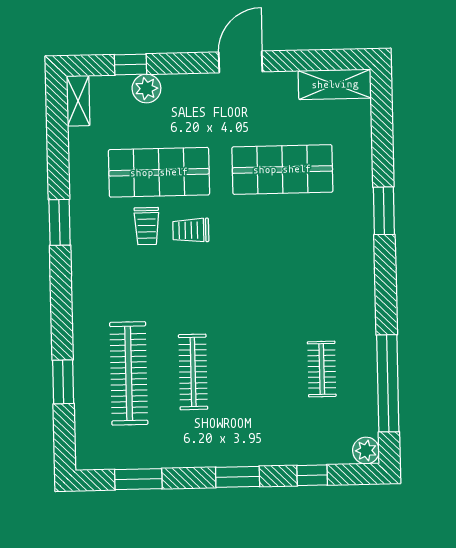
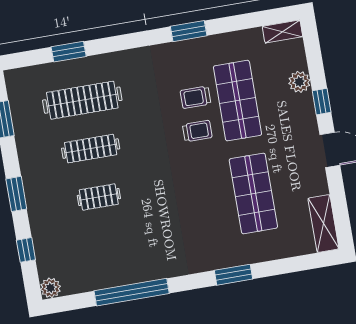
window: (130, 64) -> (322, 102), moved
trolley: (191, 230) -> (197, 131), turned 90
clothes rail: (322, 369) -> (99, 197), moved
window: (388, 383) -> (132, 292), moved

